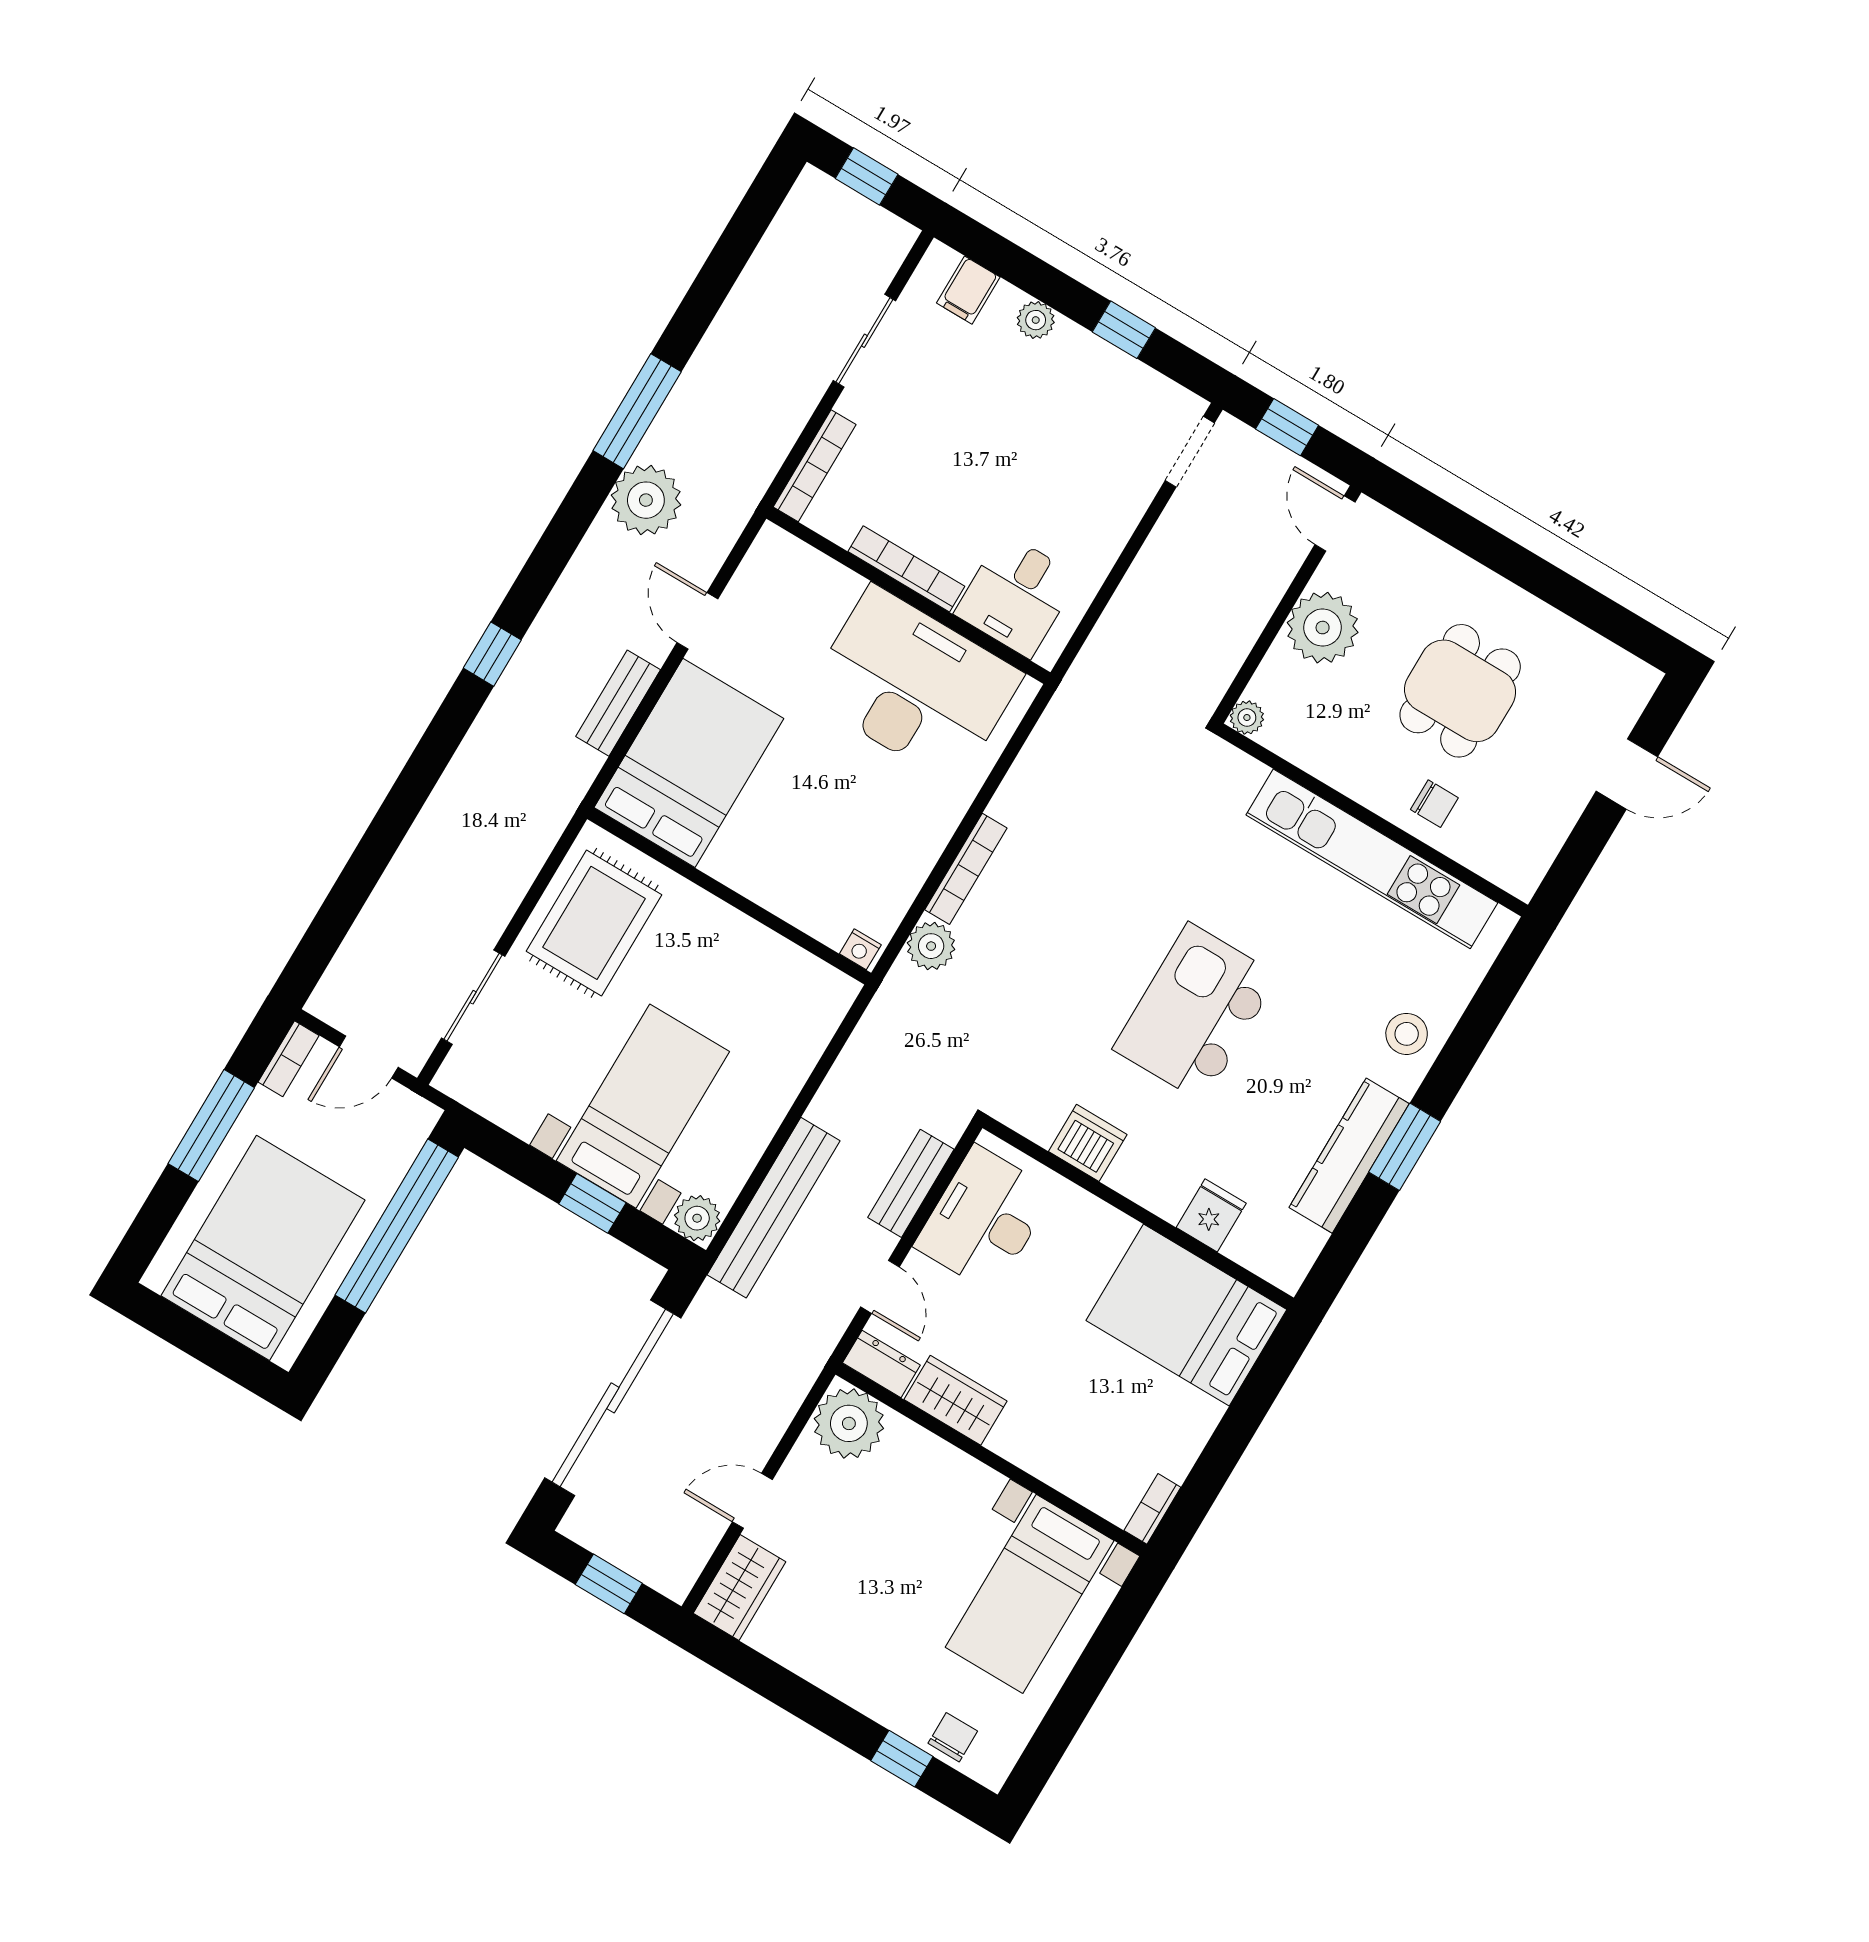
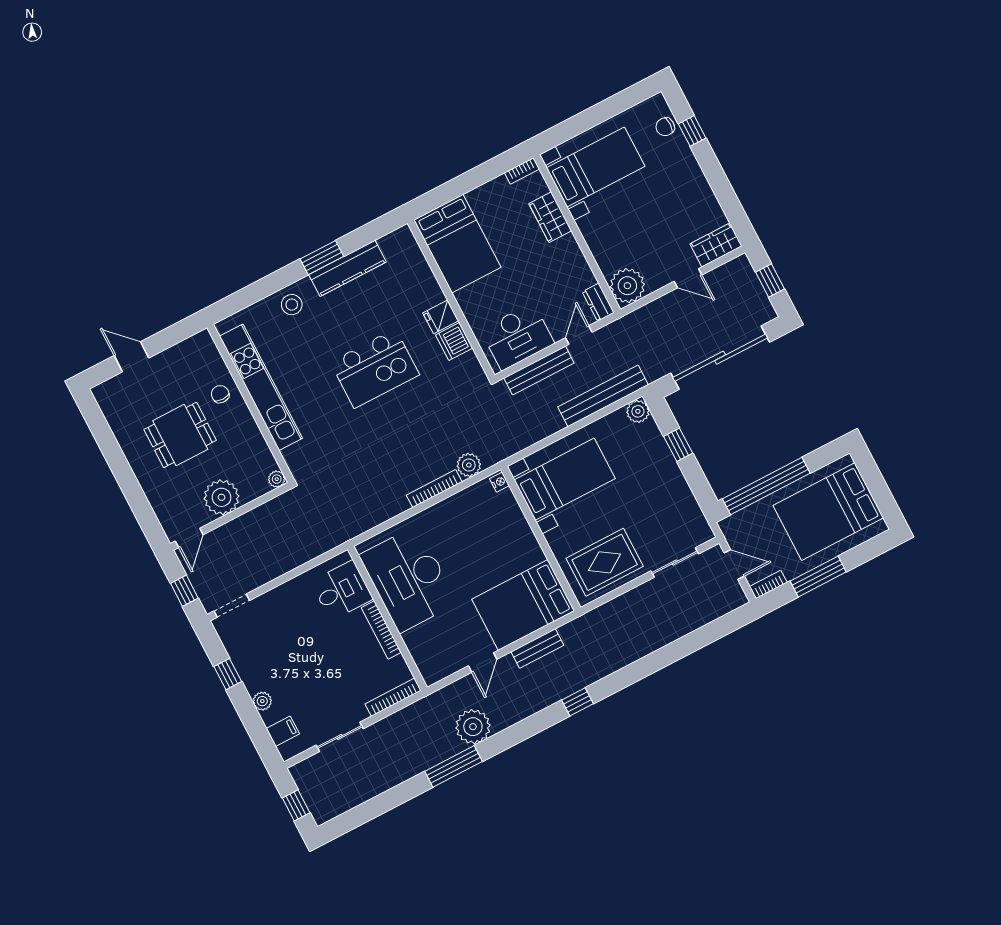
bed with nightstands: (643, 1106) -> (565, 479), moved, turned 180
bench: (911, 1183) -> (539, 370), width x1.36
fridge: (1211, 1215) -> (441, 317), moved
wardrobe: (956, 1400) -> (550, 217), moved

